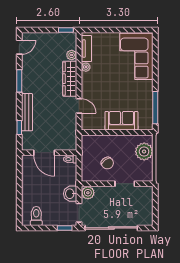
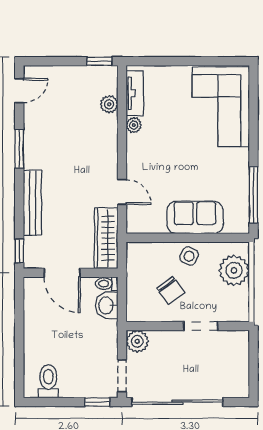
wardrobe: (70, 79) -> (106, 238), moved
window: (19, 128) -> (19, 251), moved
side table: (118, 143) -> (189, 256), added
washbasin: (70, 194) -> (107, 305), moved

